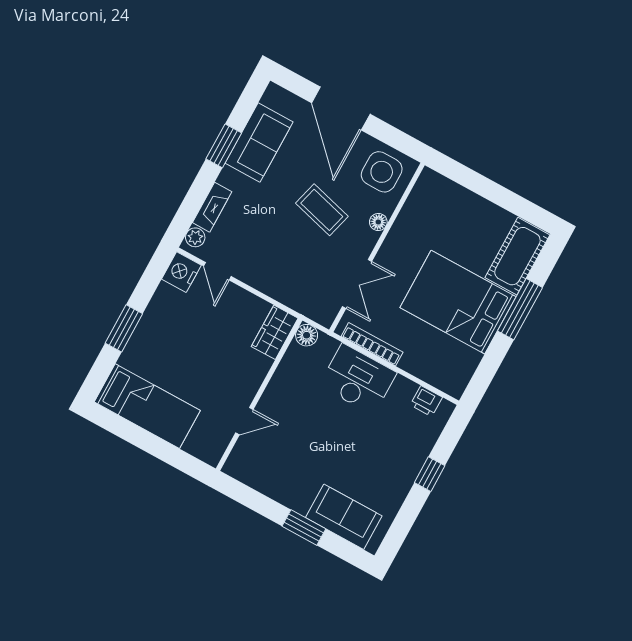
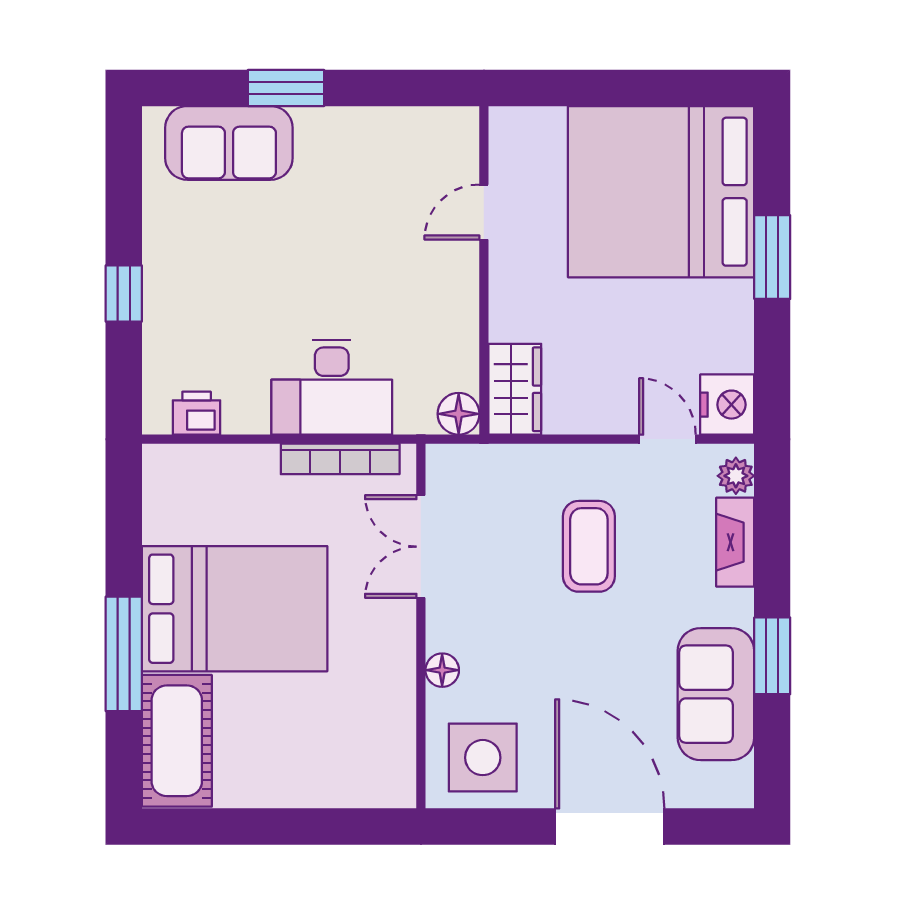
coffee table: (322, 210) -> (589, 546), moved, turned 75
bed: (147, 406) -> (661, 192), width x2.04

